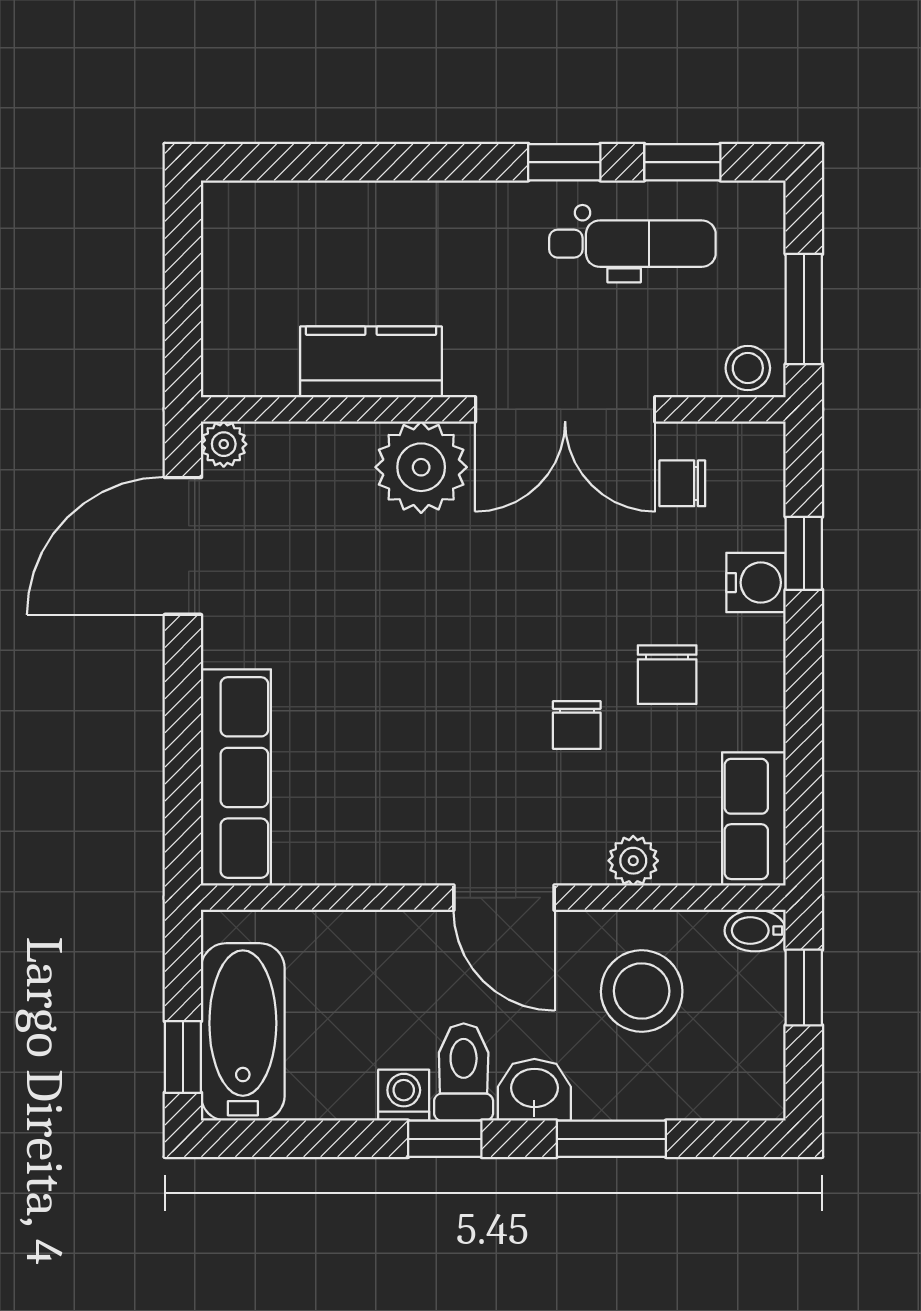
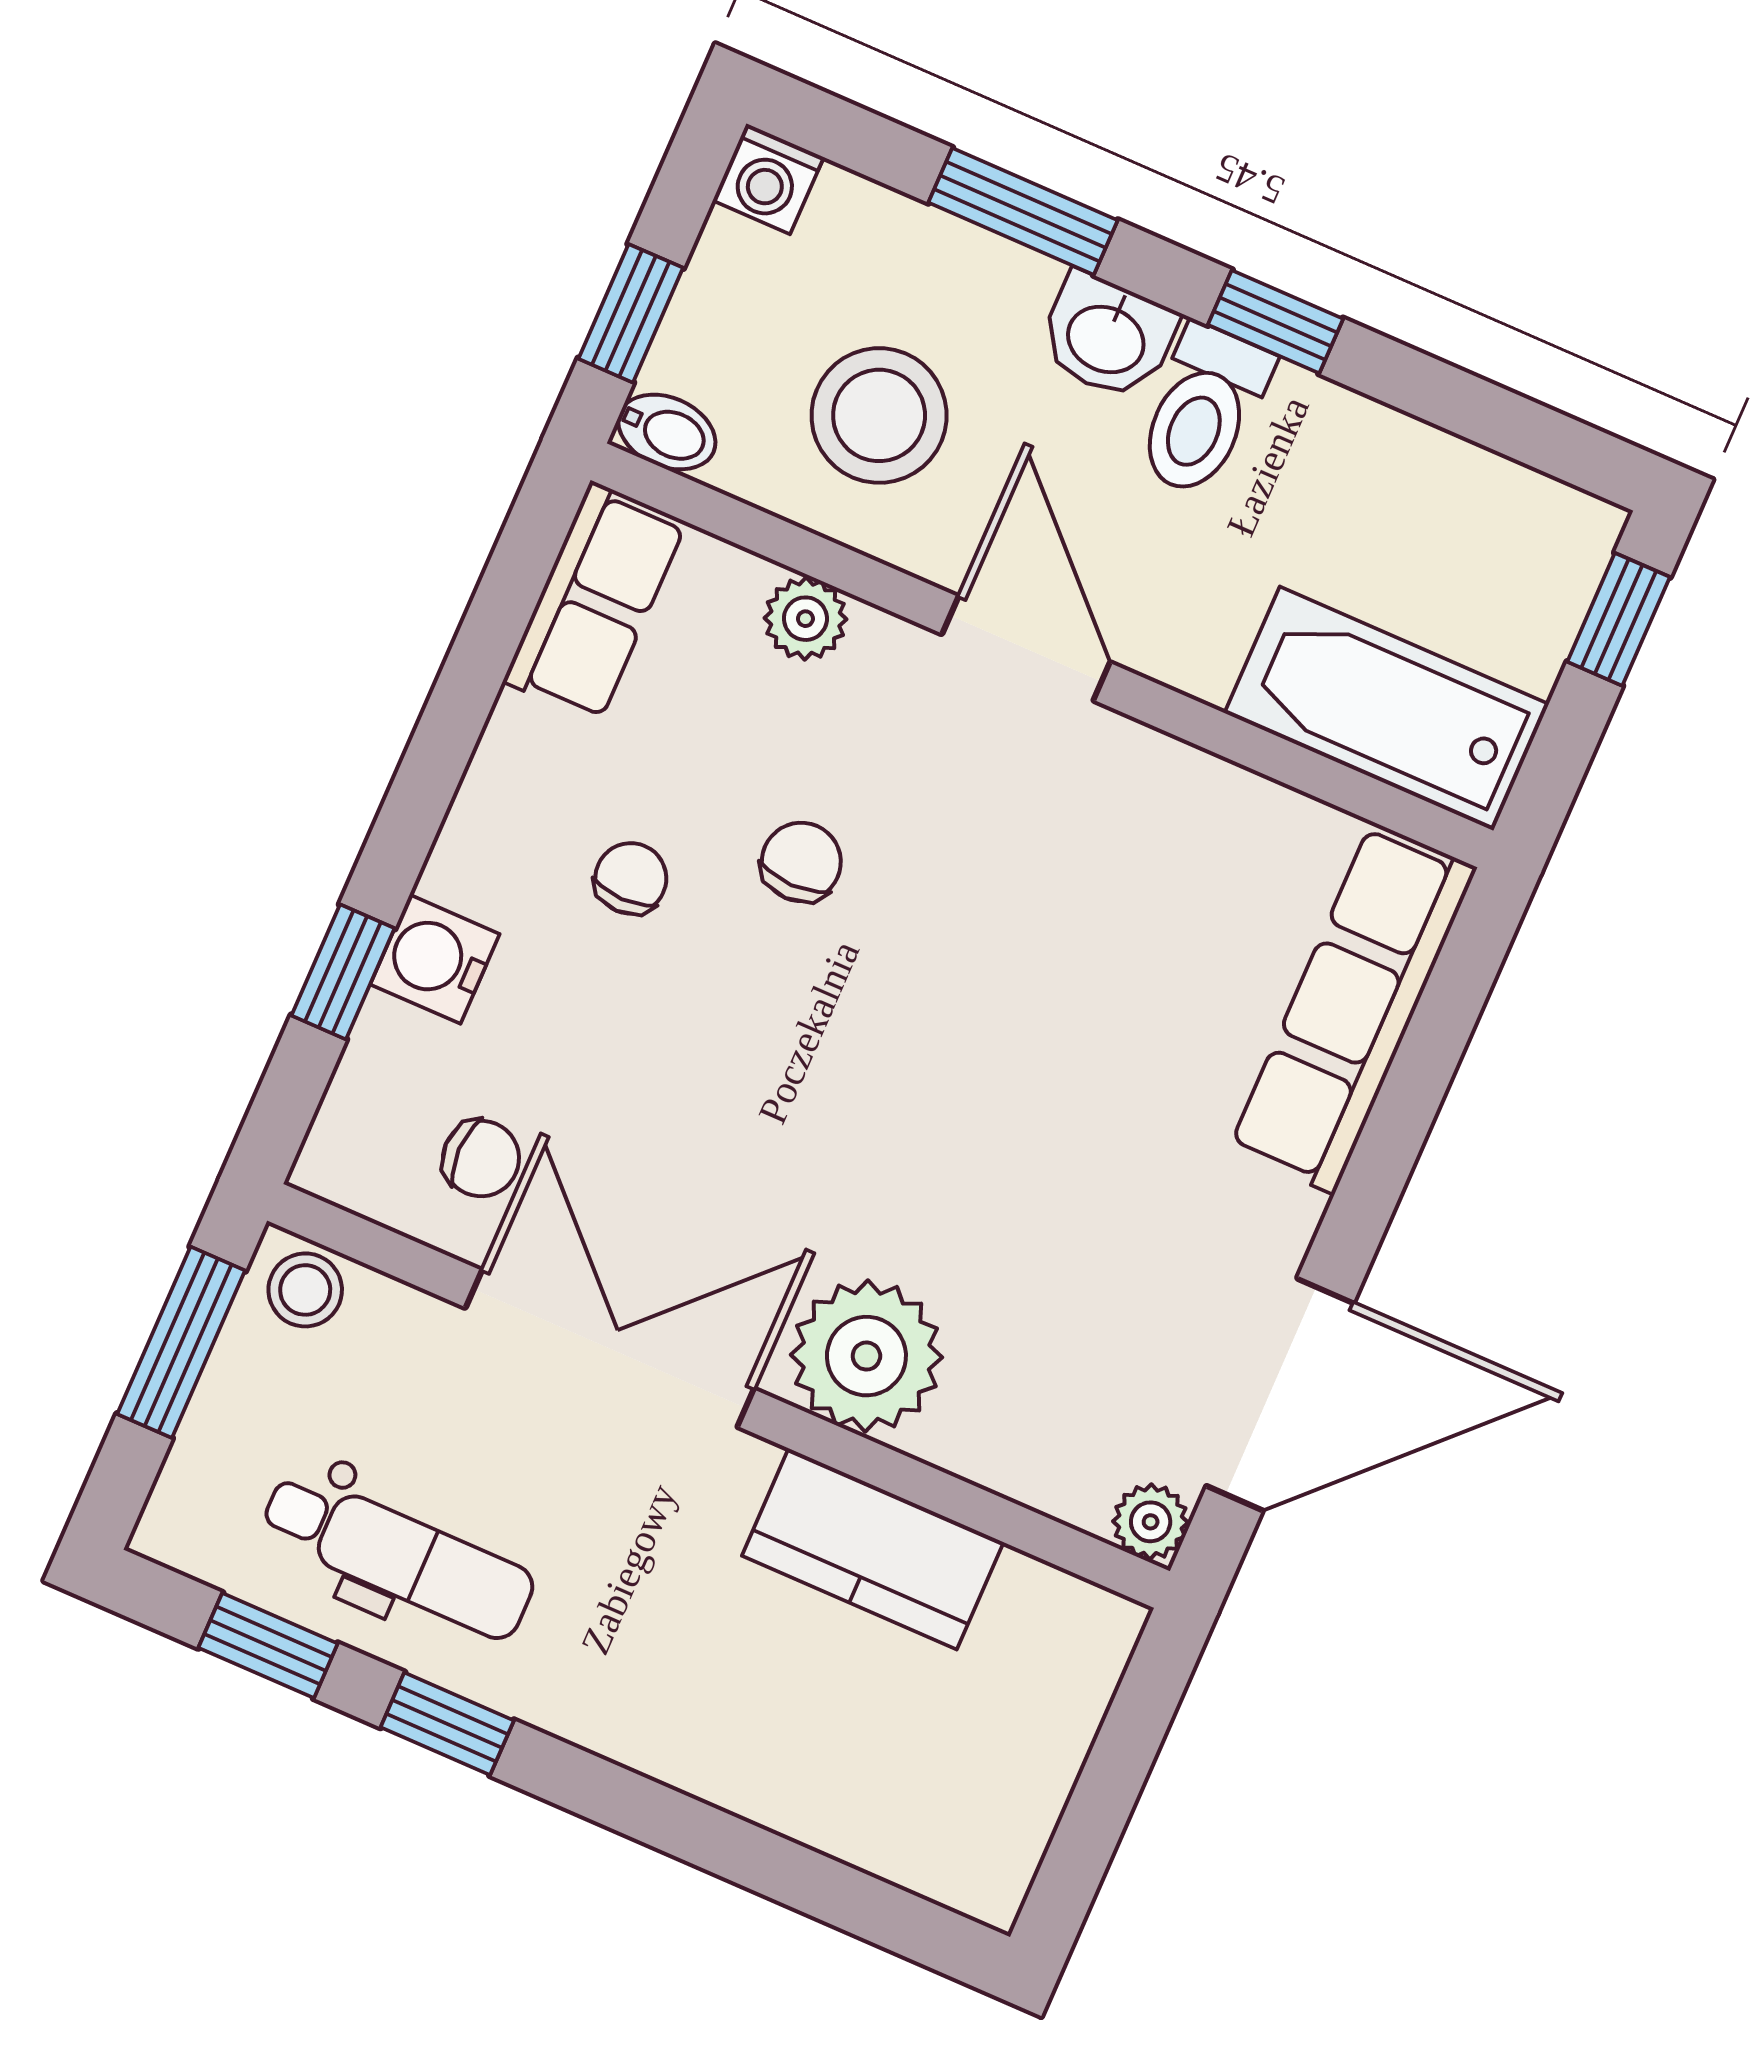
dental chair: (632, 244) -> (398, 1555), turned 180
chair: (667, 675) -> (631, 878), width x0.73, depth x0.73
bathtub: (243, 1032) -> (1387, 709), moved, turned 90
washing machine: (404, 1095) -> (768, 179), moved

